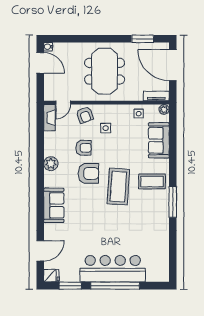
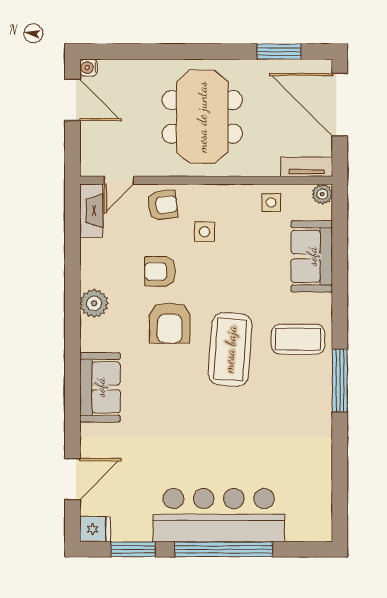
armchair: (85, 115) -> (163, 205), turned -77
armchair: (84, 148) -> (160, 271), turned 180
armchair: (88, 173) -> (170, 323), turned 90

